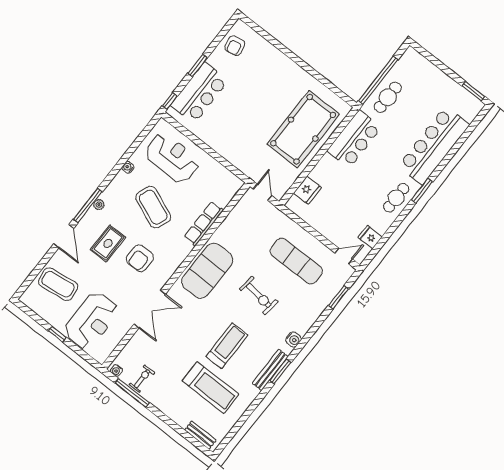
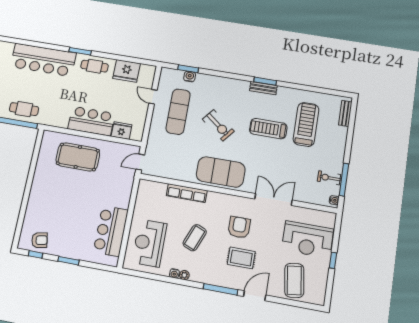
bar counter: (199, 93) -> (111, 231), moved, turned -90
window: (170, 101) -> (35, 254), moved
pool table: (303, 129) -> (78, 157), width x0.73, depth x0.76
bar counter: (354, 139) -> (91, 121), moved
plant: (99, 205) -> (184, 275), moved
coffee table: (153, 207) -> (195, 238), width x0.73, depth x0.76
fridge: (370, 237) -> (127, 71), width x1.88, depth x1.34
door: (344, 256) -> (153, 97), moved
armchair: (140, 258) -> (239, 227), turned -90
exercise bike: (259, 295) -> (218, 125), turned 121
reception desk: (91, 321) -> (308, 239), turned 180
water cooler: (293, 339) -> (190, 76), moved
bench: (270, 370) -> (263, 88), width x0.73

